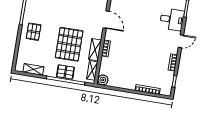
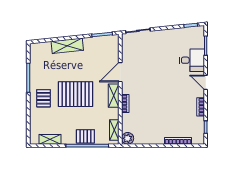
door: (106, 20) -> (120, 72), swing flipped
door: (181, 41) -> (206, 82), swing flipped
pallet: (69, 44) -> (76, 94), moved, turned 90
shelving: (95, 50) -> (114, 96), moved

